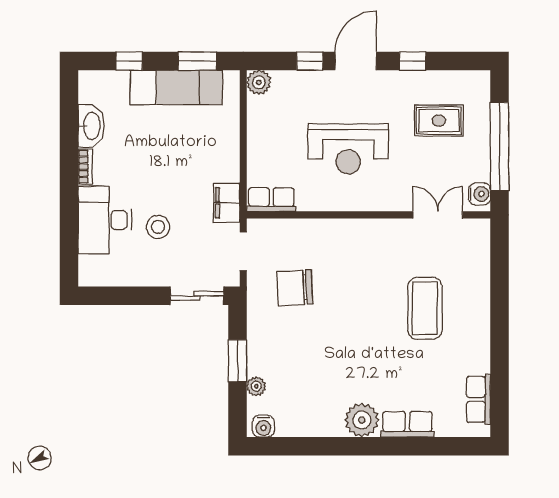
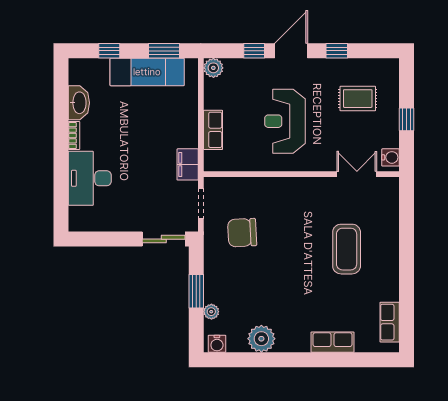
window: (500, 147) -> (406, 119), width x0.32
reception desk: (348, 149) -> (285, 121), turned 90
row of seats: (271, 200) -> (213, 130), moved, turned 90
stool: (158, 227) -> (132, 184), removed
plant: (362, 420) -> (261, 339), moved

